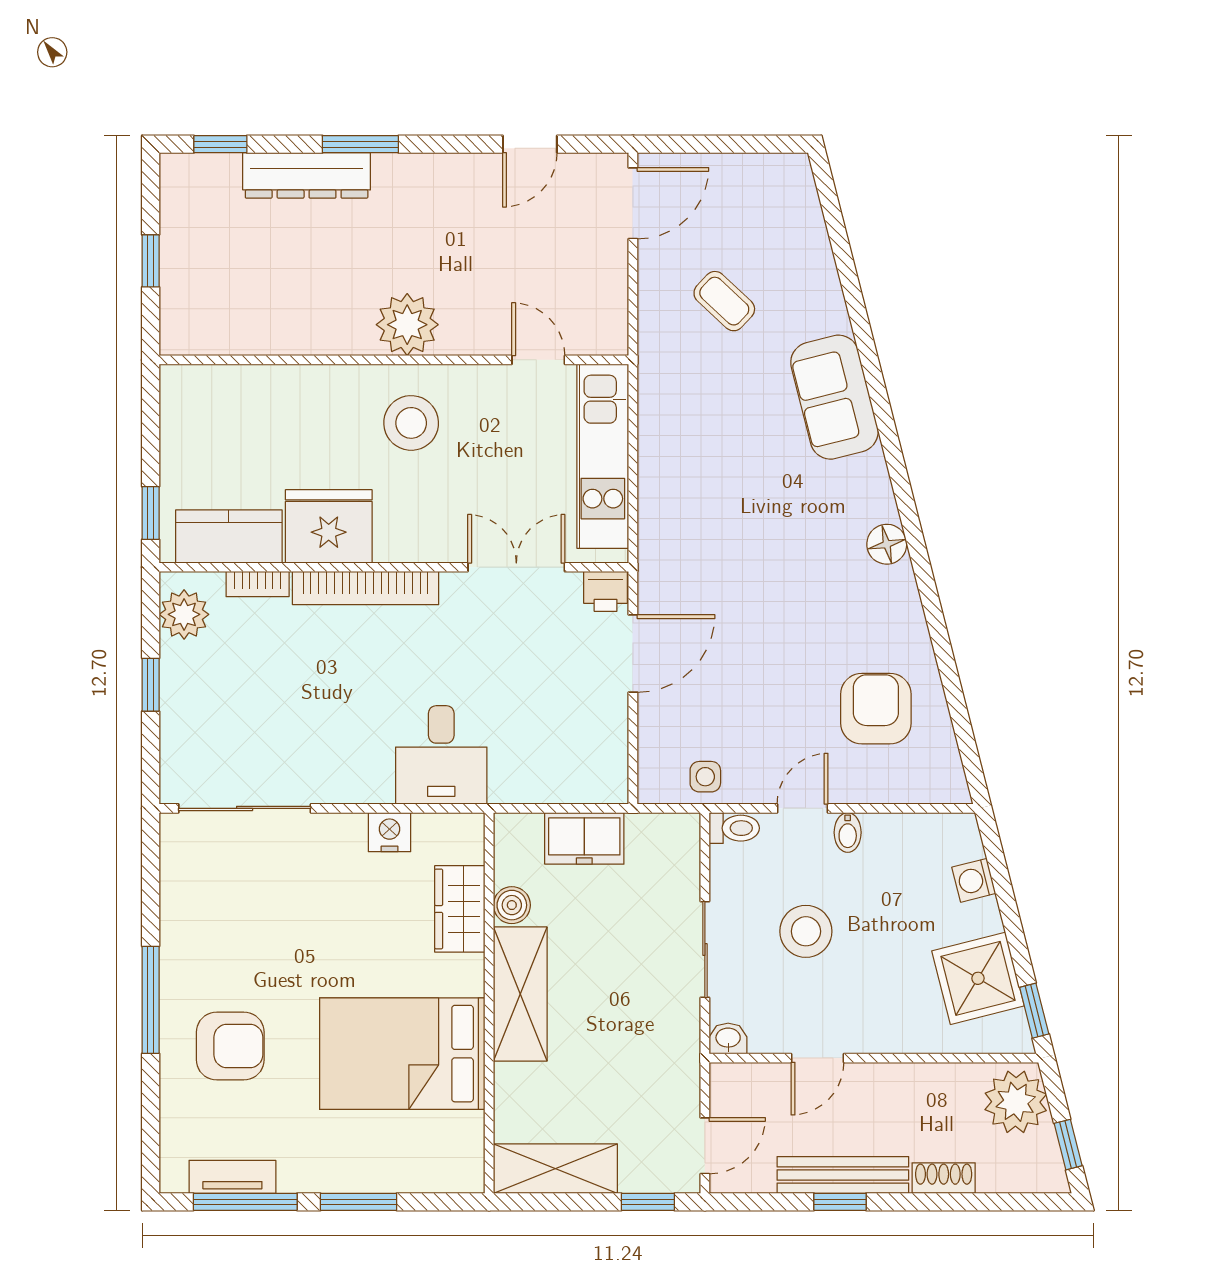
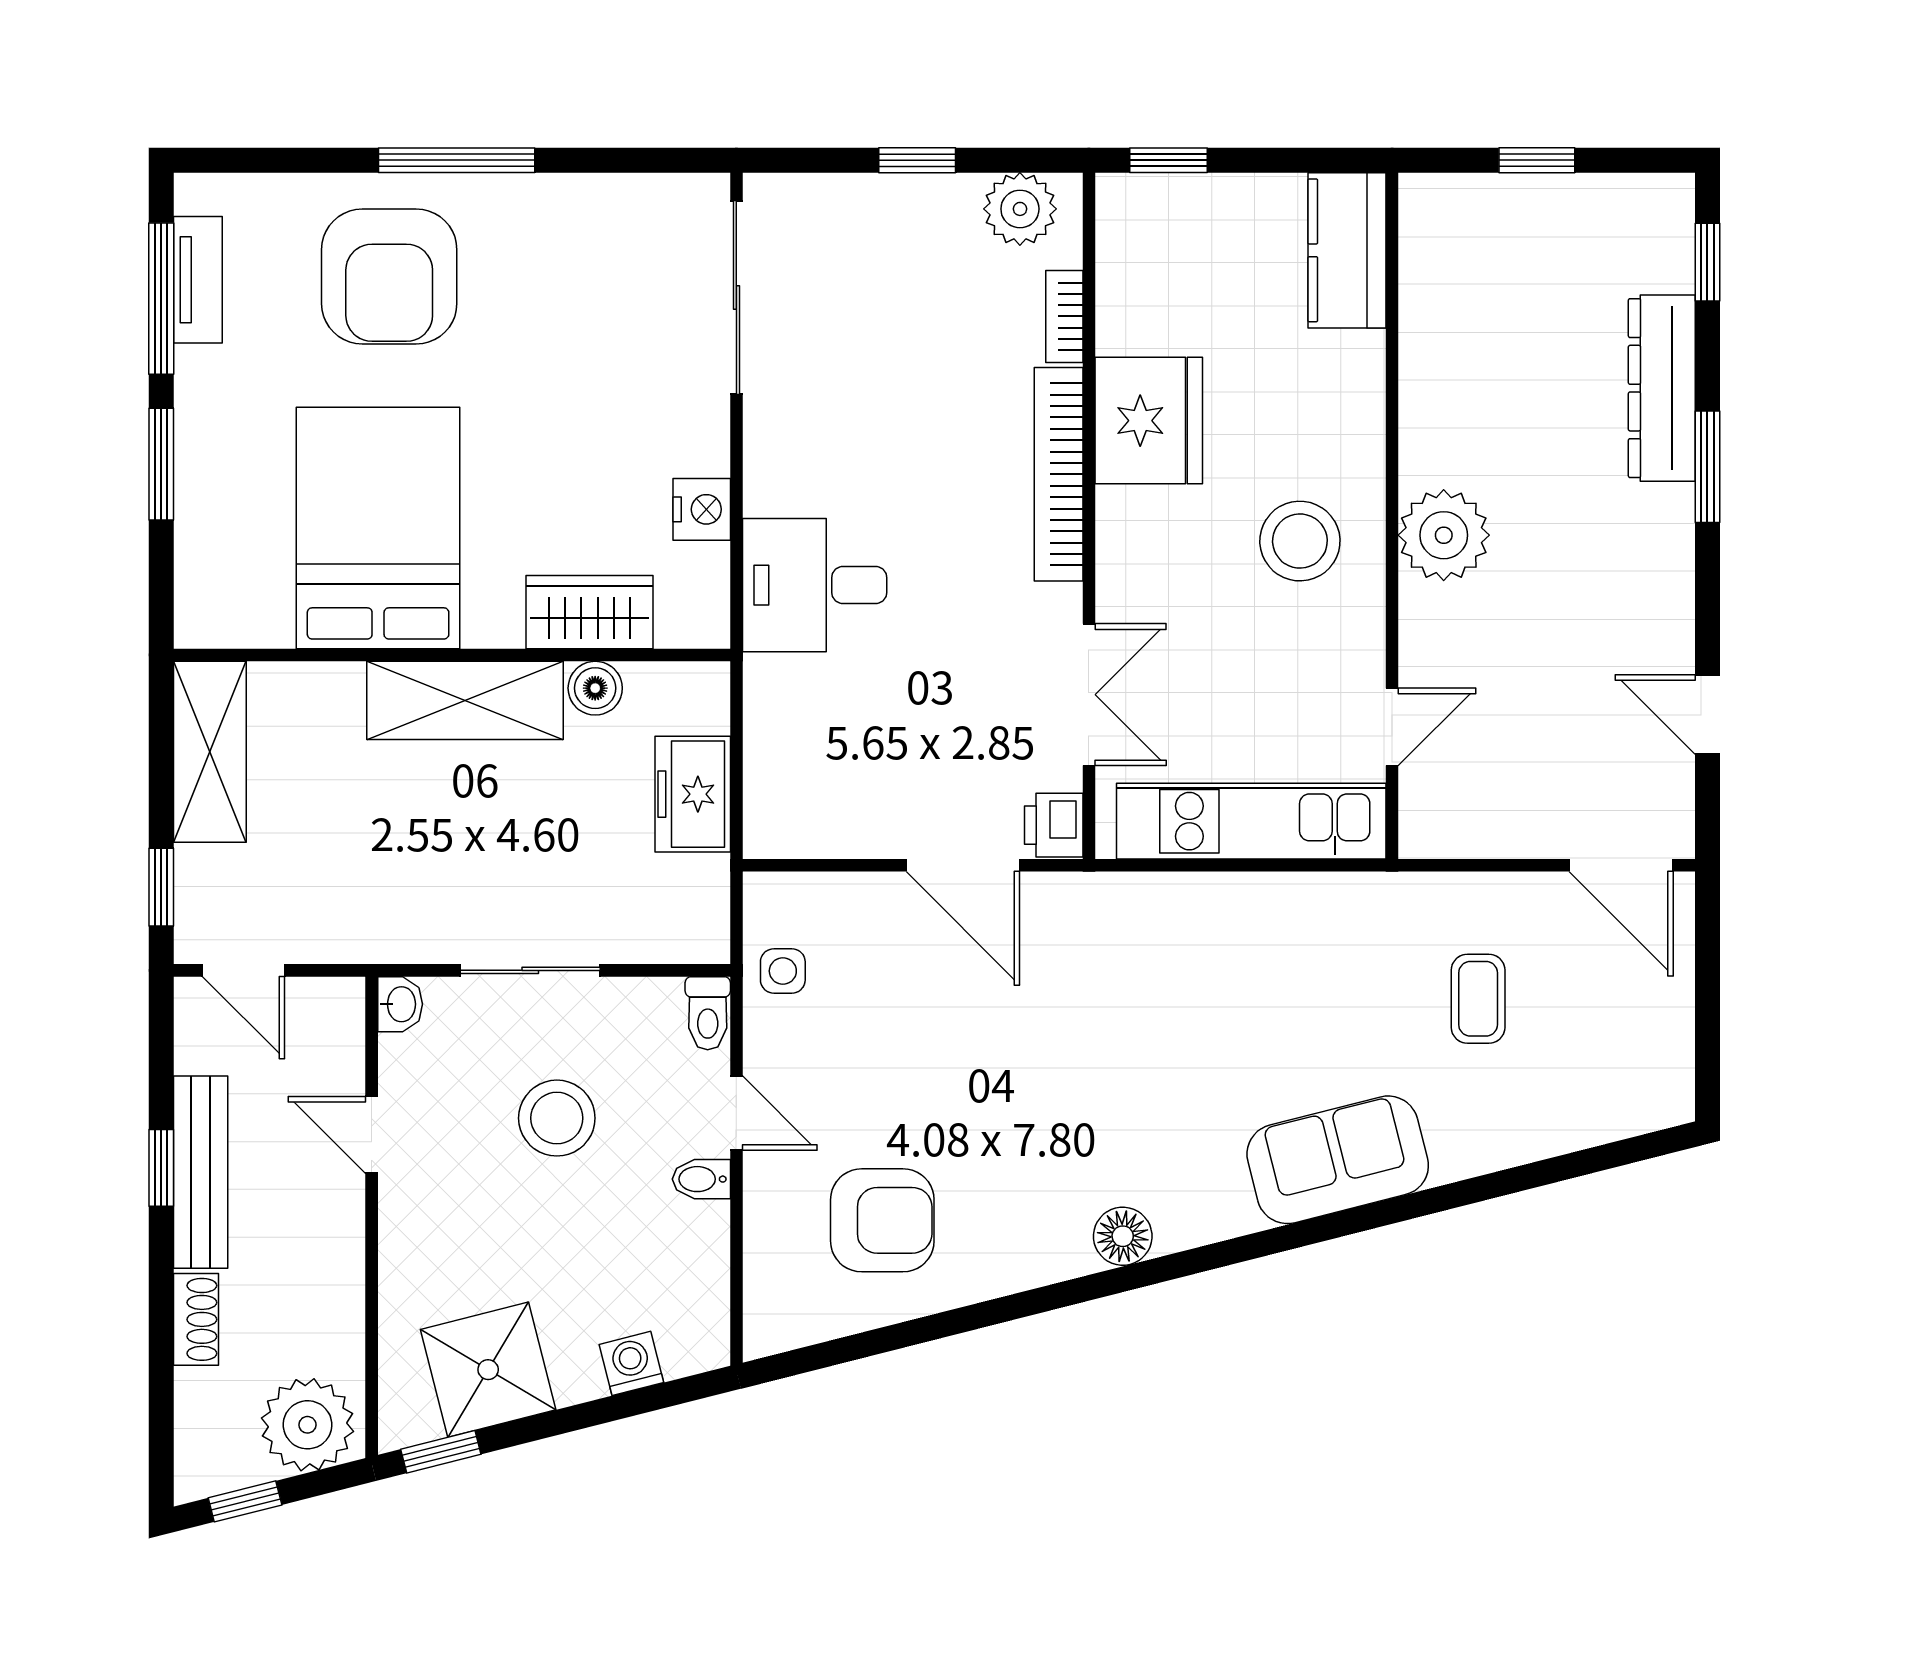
coffee table: (724, 301) -> (1478, 999), turned -43
kitchen counter: (229, 536) -> (1347, 250), moved, turned 180
armchair: (230, 1046) -> (389, 277), width x1.36, depth x1.36

